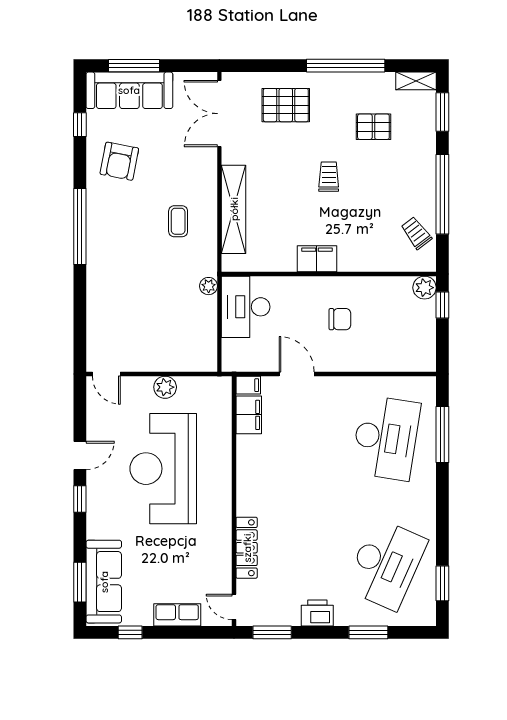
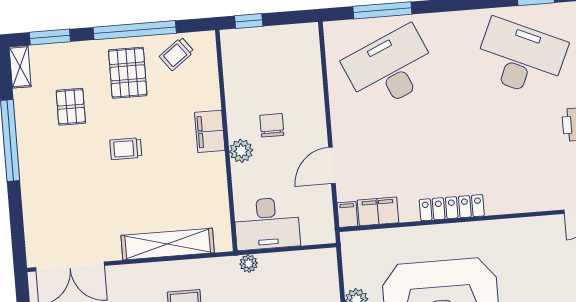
pallet: (286, 105) -> (128, 73), moved
filing cabinet: (317, 259) -> (210, 131), moved
plant: (425, 288) -> (241, 151), moved
desk: (386, 438) -> (390, 68), turned -33
locker: (247, 548) -> (452, 208), moved

